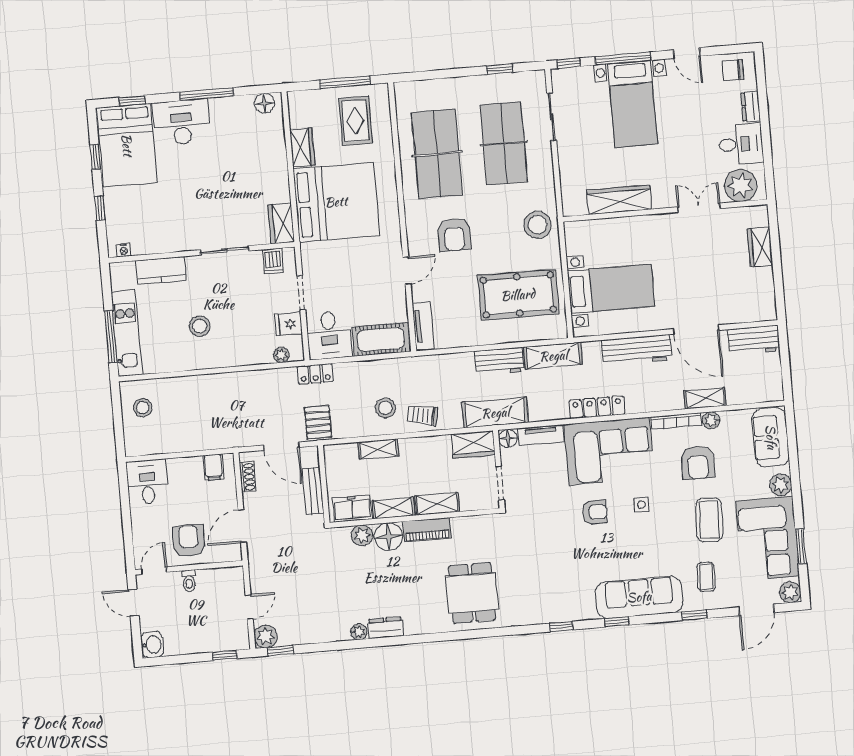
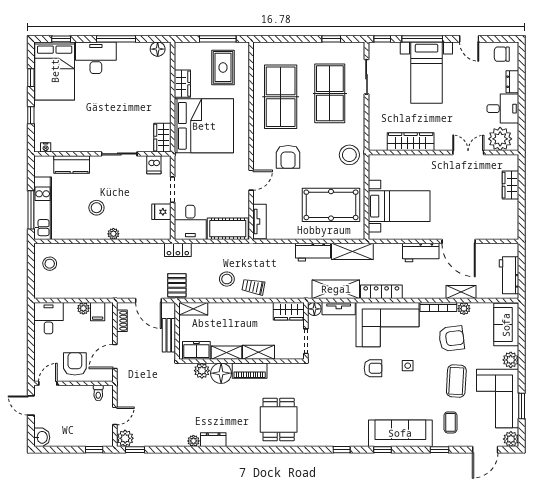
workbench: (754, 340) -> (509, 275), moved, turned 90
workbench: (637, 350) -> (421, 252), width x0.73
plant: (281, 355) -> (113, 234), moved
shelving: (495, 413) -> (336, 289), moved
shelving: (378, 449) -> (193, 309), moved
armchair: (698, 463) -> (451, 339), turned -97
plant: (194, 464) -> (83, 308), added
toilet: (189, 581) -> (98, 393), moved

